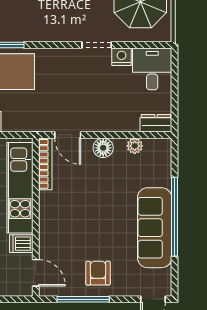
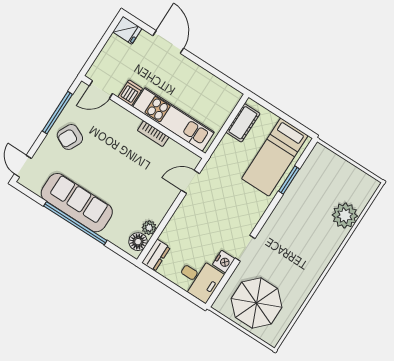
floor lamp: (103, 148) -> (138, 242), moved
bookcase: (45, 164) -> (153, 134), moved, width x0.64
armchair: (98, 273) -> (70, 137), turned 116

